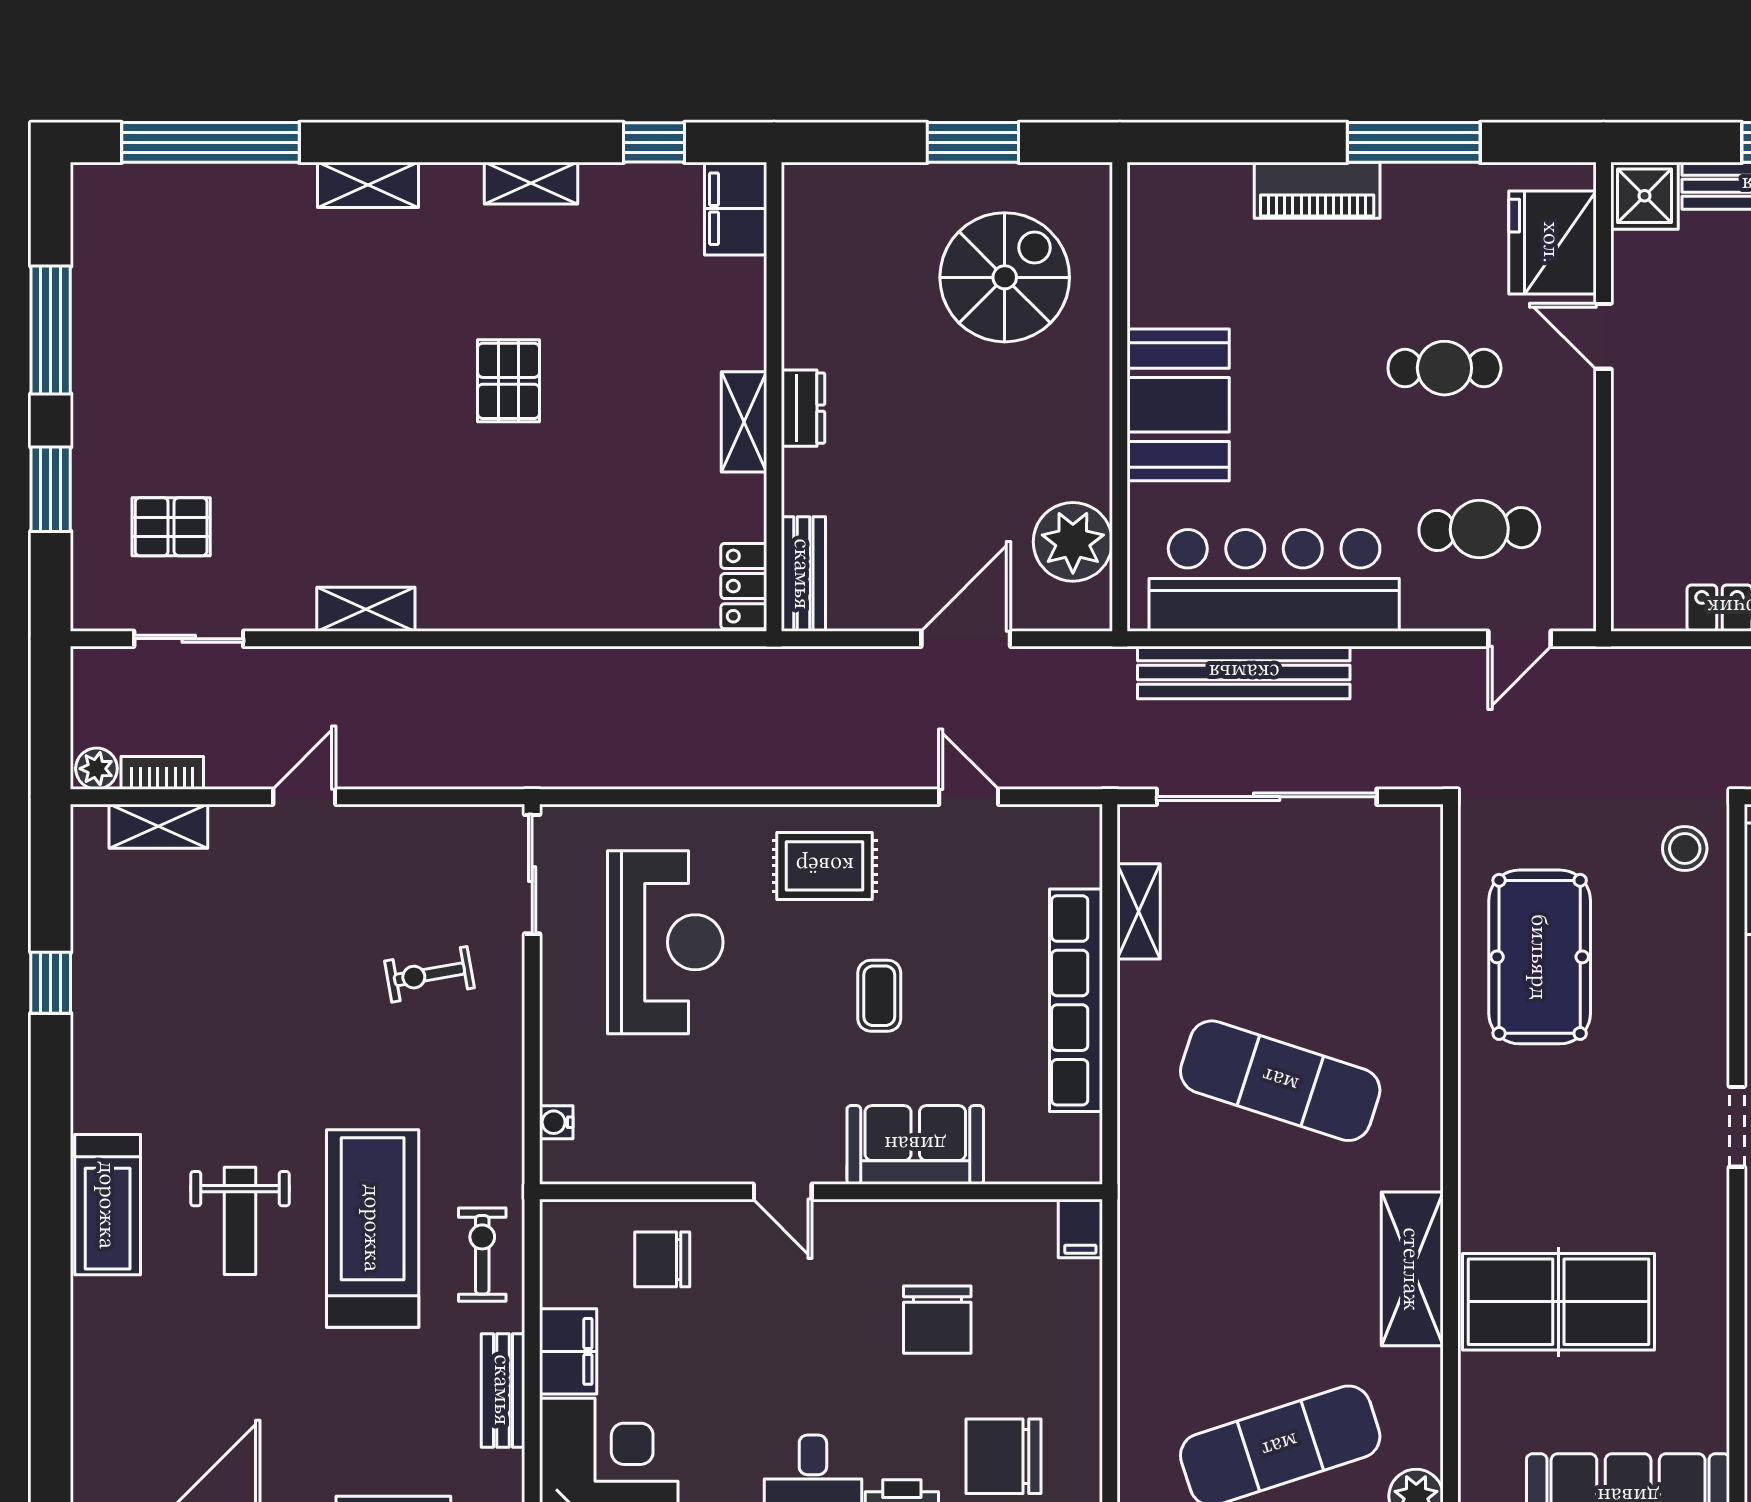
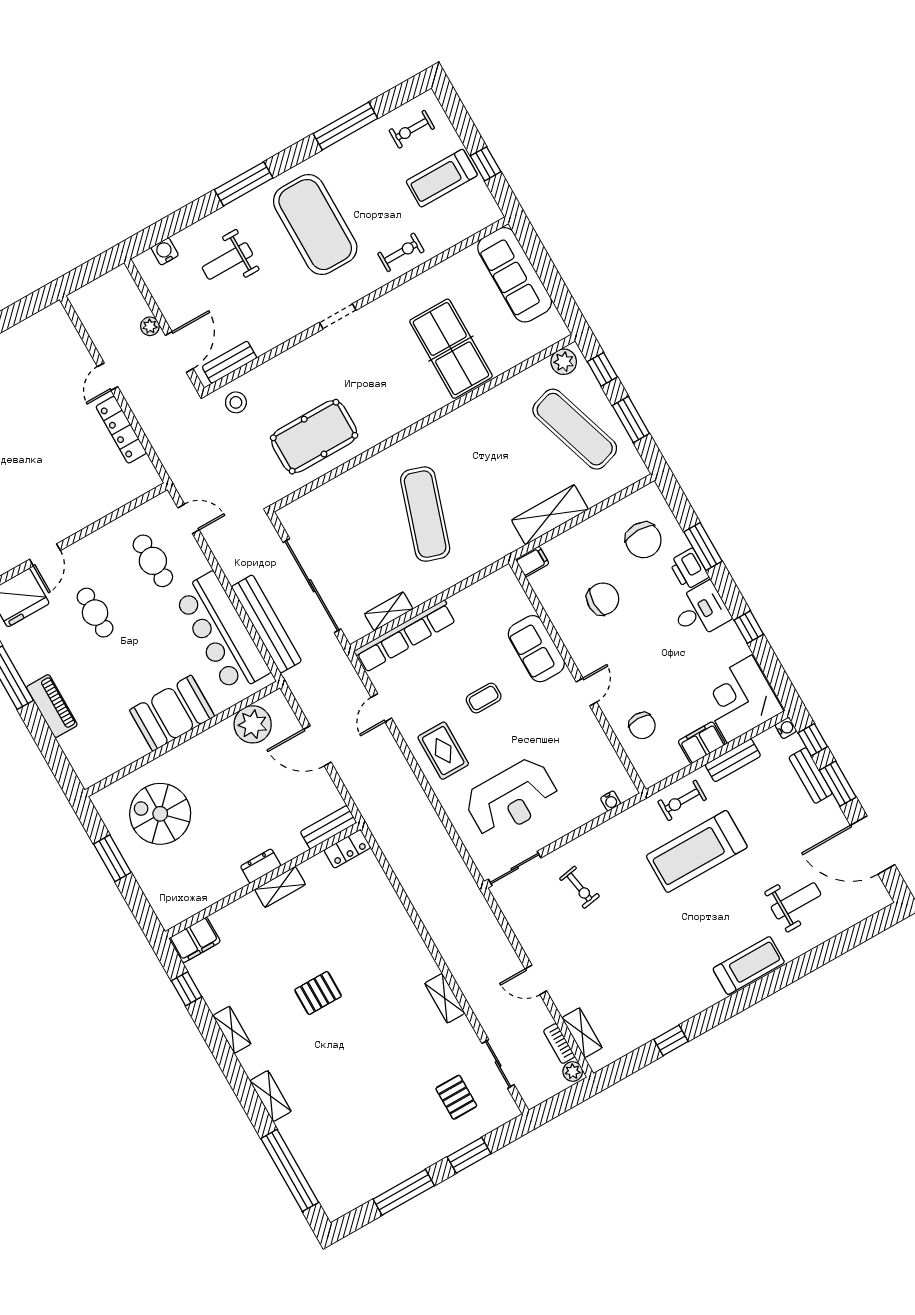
reception desk: (665, 942) -> (512, 798), turned 180
row of seats: (1076, 1000) -> (405, 636), moved
weight bench: (240, 1221) -> (796, 901), moved
shelving: (1412, 1269) -> (550, 515), moved

